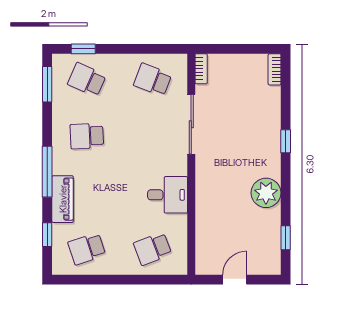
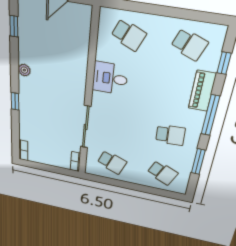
window: (83, 49) -> (161, 192), removed
window: (47, 84) -> (198, 162), moved
plant: (266, 193) -> (24, 70), width x0.53, depth x0.53
school desk: (87, 249) -> (189, 45), turned 39
school desk: (153, 249) -> (129, 35), turned 45

